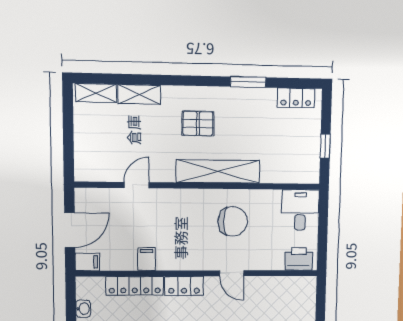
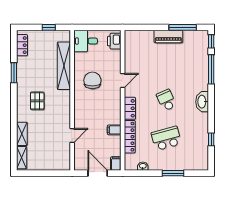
shelving: (218, 171) -> (64, 66), moved
door: (137, 185) -> (72, 135), swing flipped

